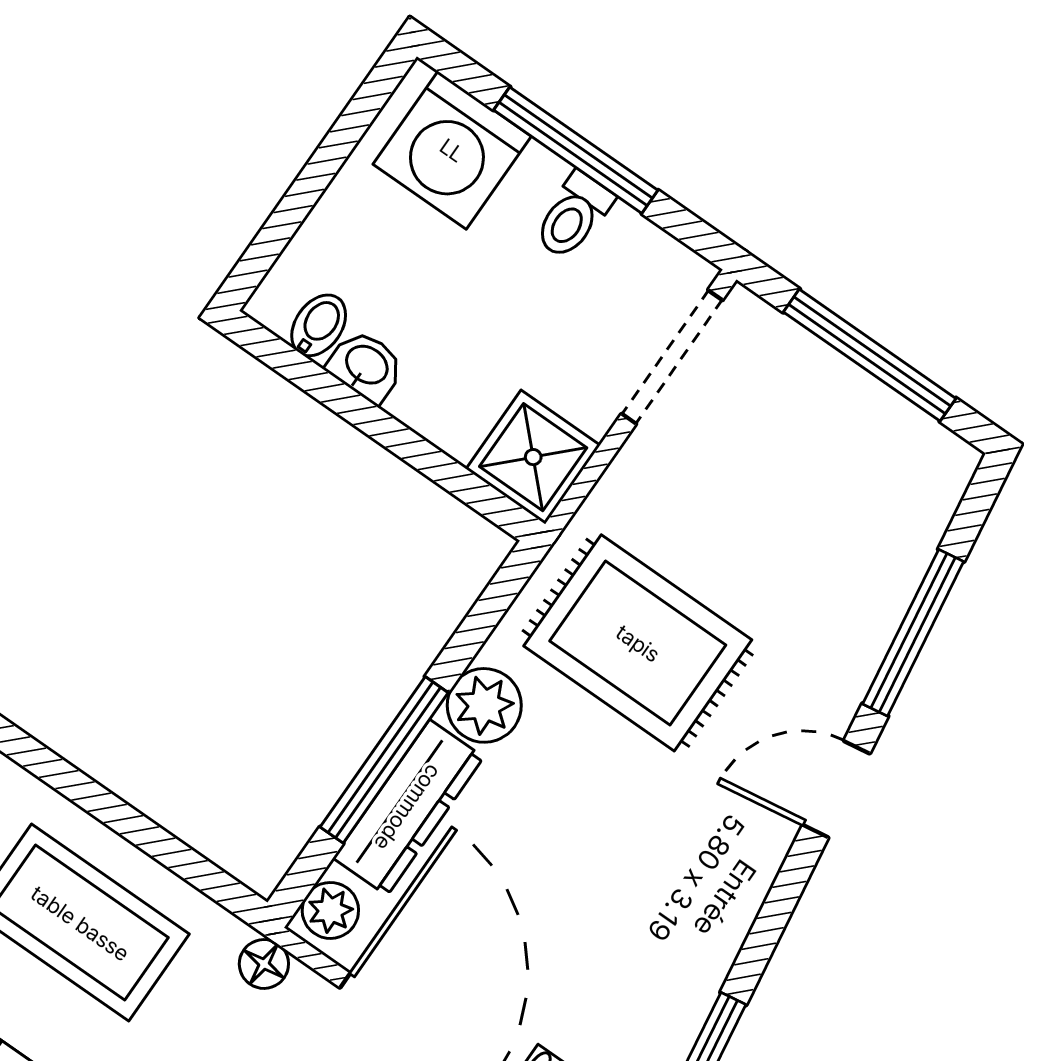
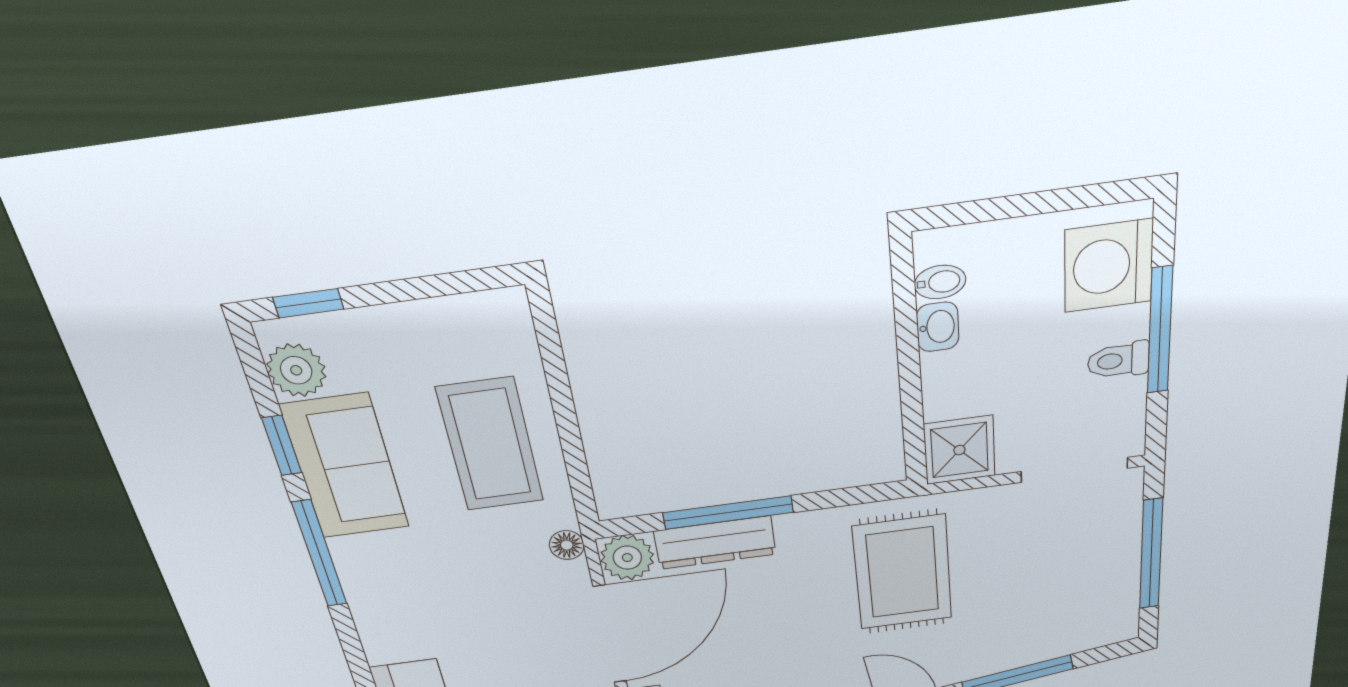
plant: (484, 705) -> (803, 533), removed
plant: (330, 910) -> (627, 558), width x1.38, depth x1.38

